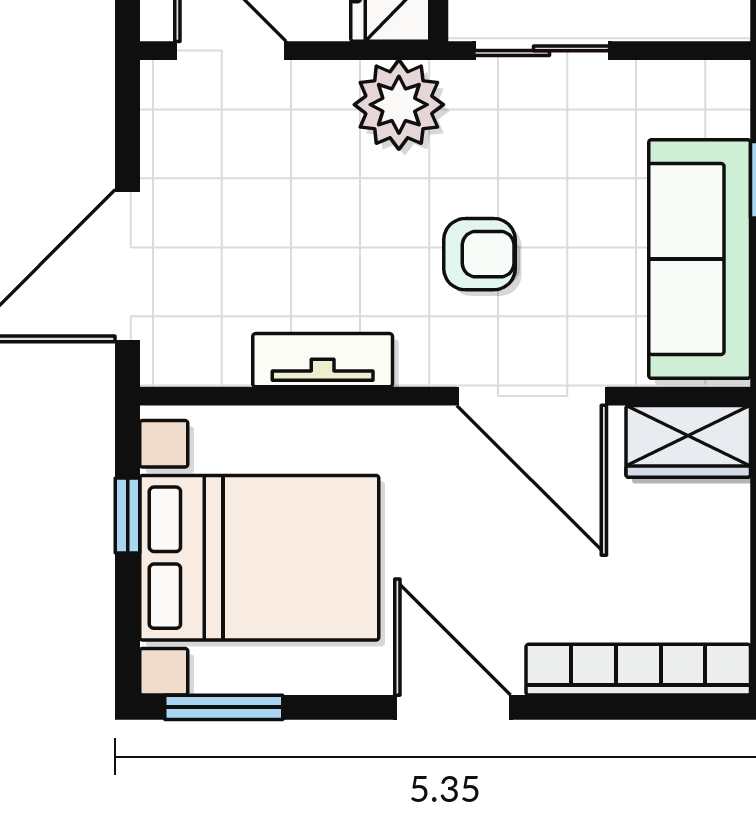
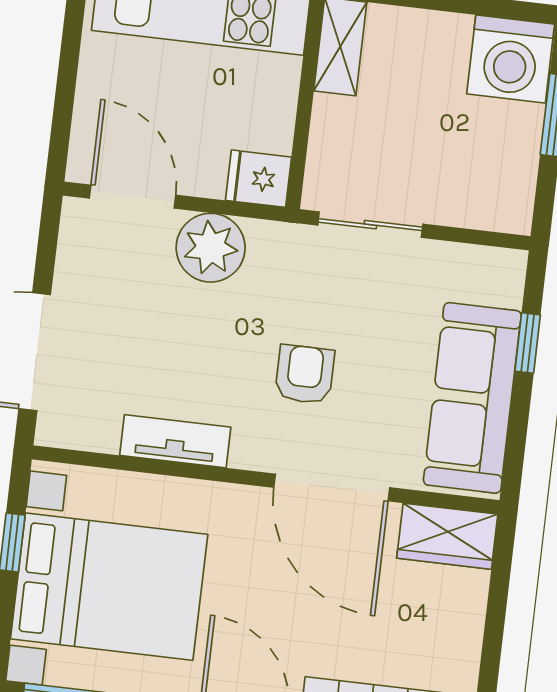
plant: (399, 105) -> (211, 248), moved
armchair: (480, 254) -> (305, 374), turned -90

